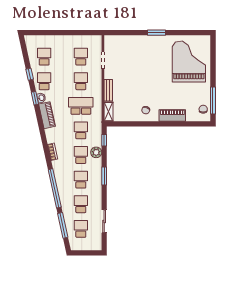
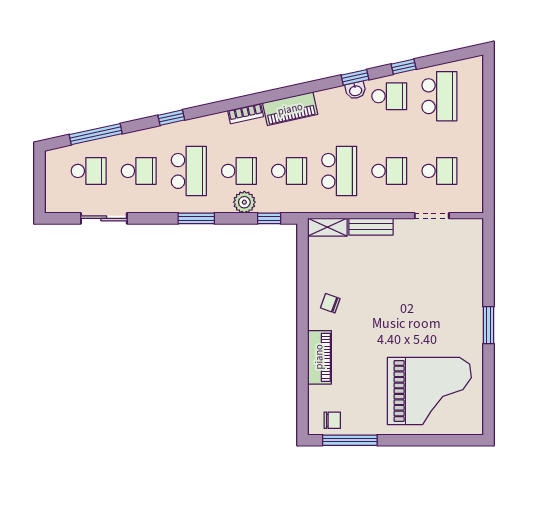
school desk: (44, 57) -> (439, 96), width x1.85
piano: (47, 115) -> (290, 109), moved
school desk: (81, 180) -> (189, 171), width x1.85
window: (55, 188) -> (171, 118), width x0.32

